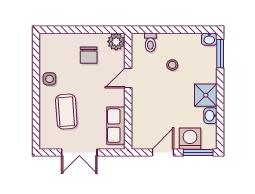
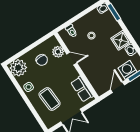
plant: (116, 42) -> (58, 52), moved
plant: (52, 46) -> (18, 68), added
door: (128, 78) -> (72, 58), swing flipped

